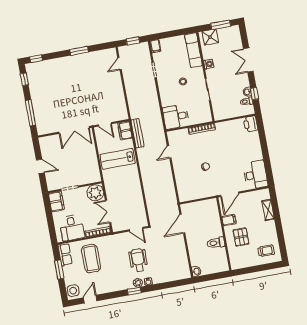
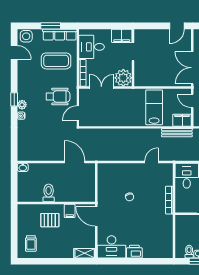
door: (105, 124) -> (192, 101), hinge flipped
printer: (251, 124) -> (134, 252), moved
door: (169, 152) -> (152, 162), hinge flipped
door: (40, 166) -> (177, 26), moved
shelving: (268, 210) -> (85, 253), moved
row of seats: (65, 254) -> (60, 35), width x1.48
wheelchair: (138, 260) -> (58, 96), moved

